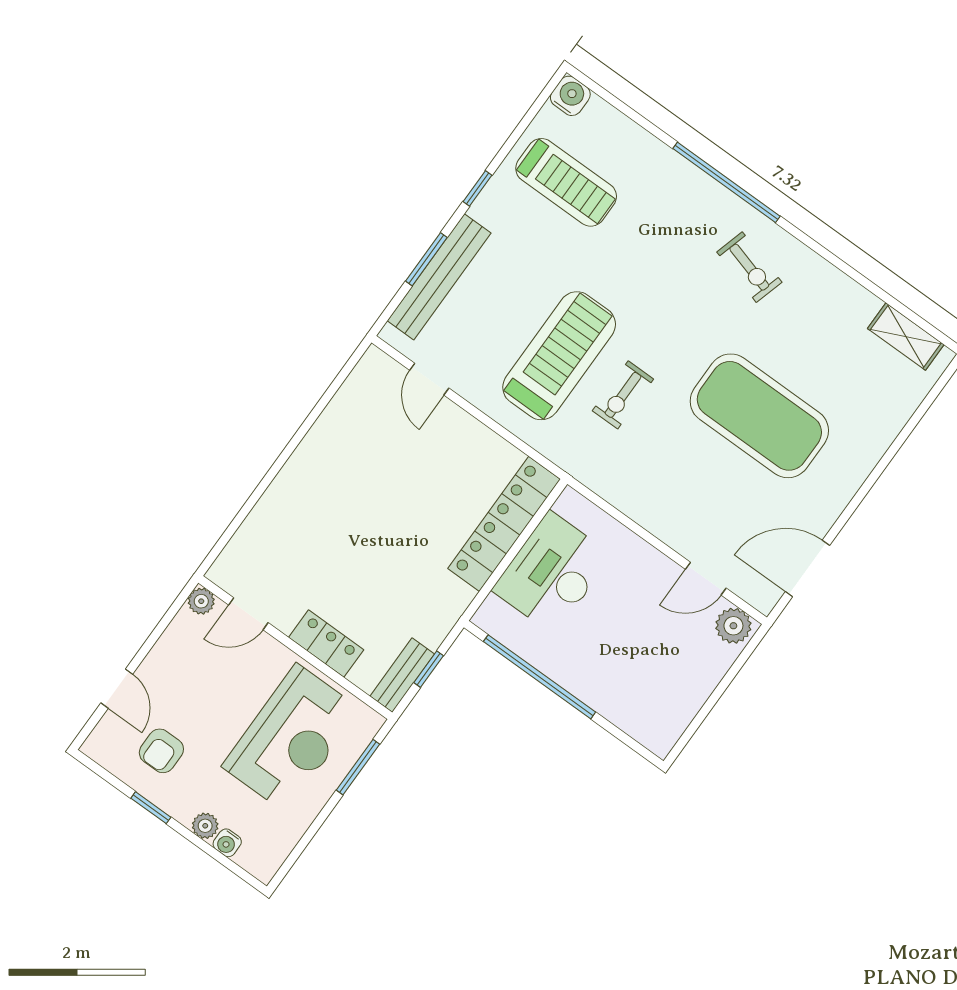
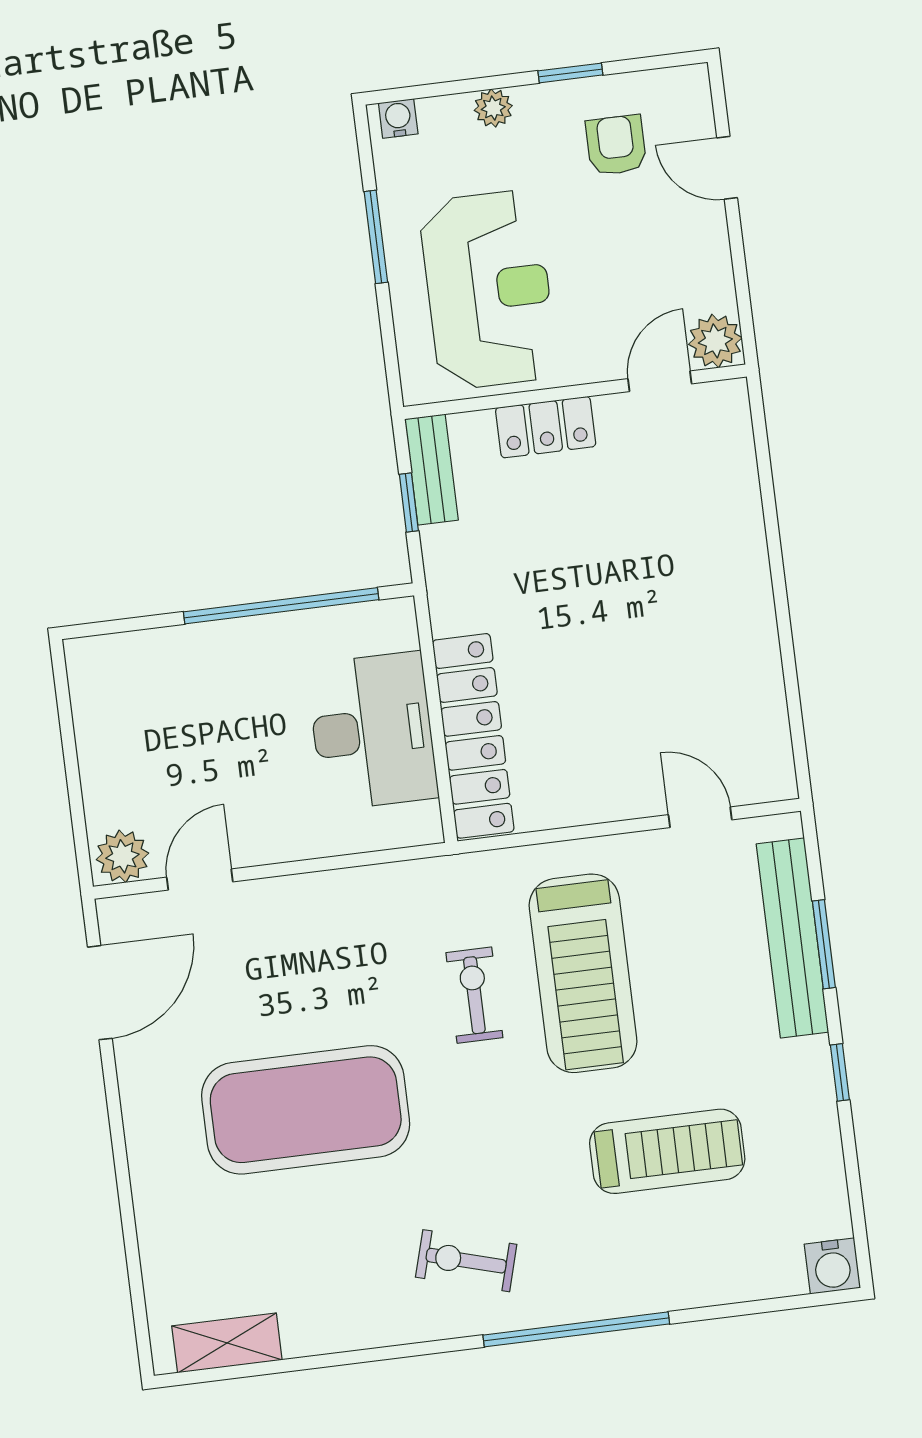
treadmill: (566, 182) -> (667, 1151), moved, turned 180
plant: (201, 601) -> (715, 341), width x1.38, depth x1.38
reception desk: (291, 738) -> (488, 290), turned 180
window: (358, 767) -> (376, 237), moved
water cooler: (227, 843) -> (398, 118), moved

